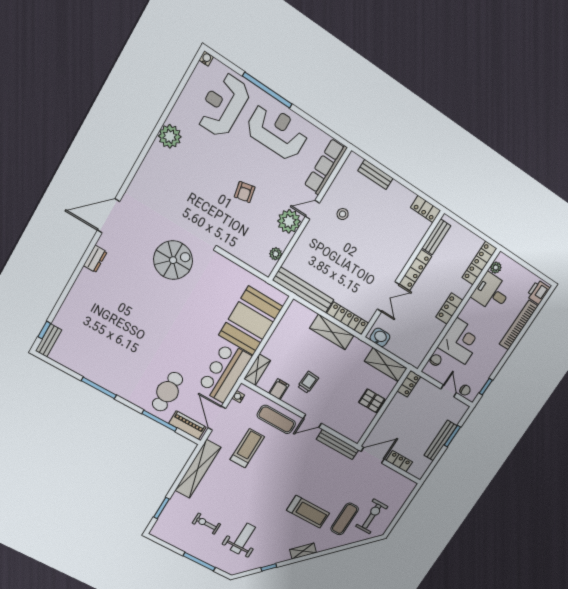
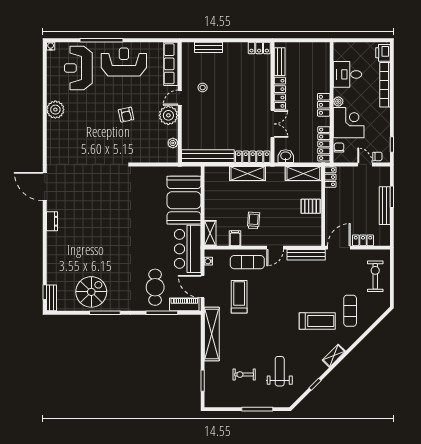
door: (109, 216) -> (45, 187), hinge flipped
spiral stairs: (173, 260) -> (91, 292), moved
locker: (479, 263) -> (324, 144), moved
plant: (496, 268) -> (338, 102), moved
exercise bike: (372, 516) -> (375, 276), moved

